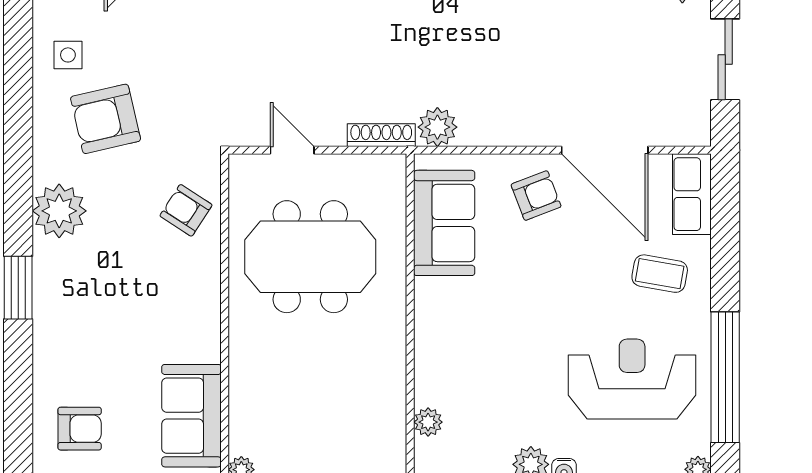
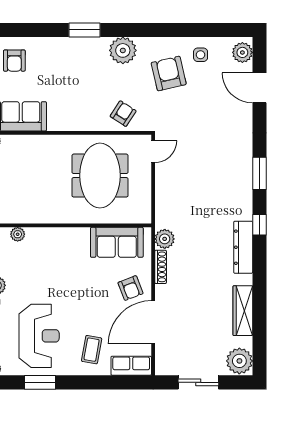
shoe rack: (381, 135) -> (161, 267), moved
door: (292, 150) -> (153, 152), moved
window: (725, 377) -> (40, 382), width x0.47

